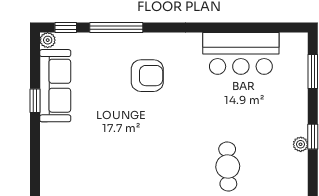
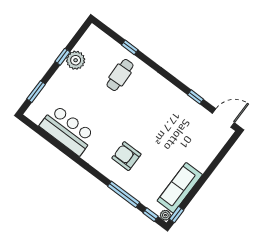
window: (35, 101) -> (176, 215), moved
plant: (301, 144) -> (76, 60), width x1.88, depth x1.88

